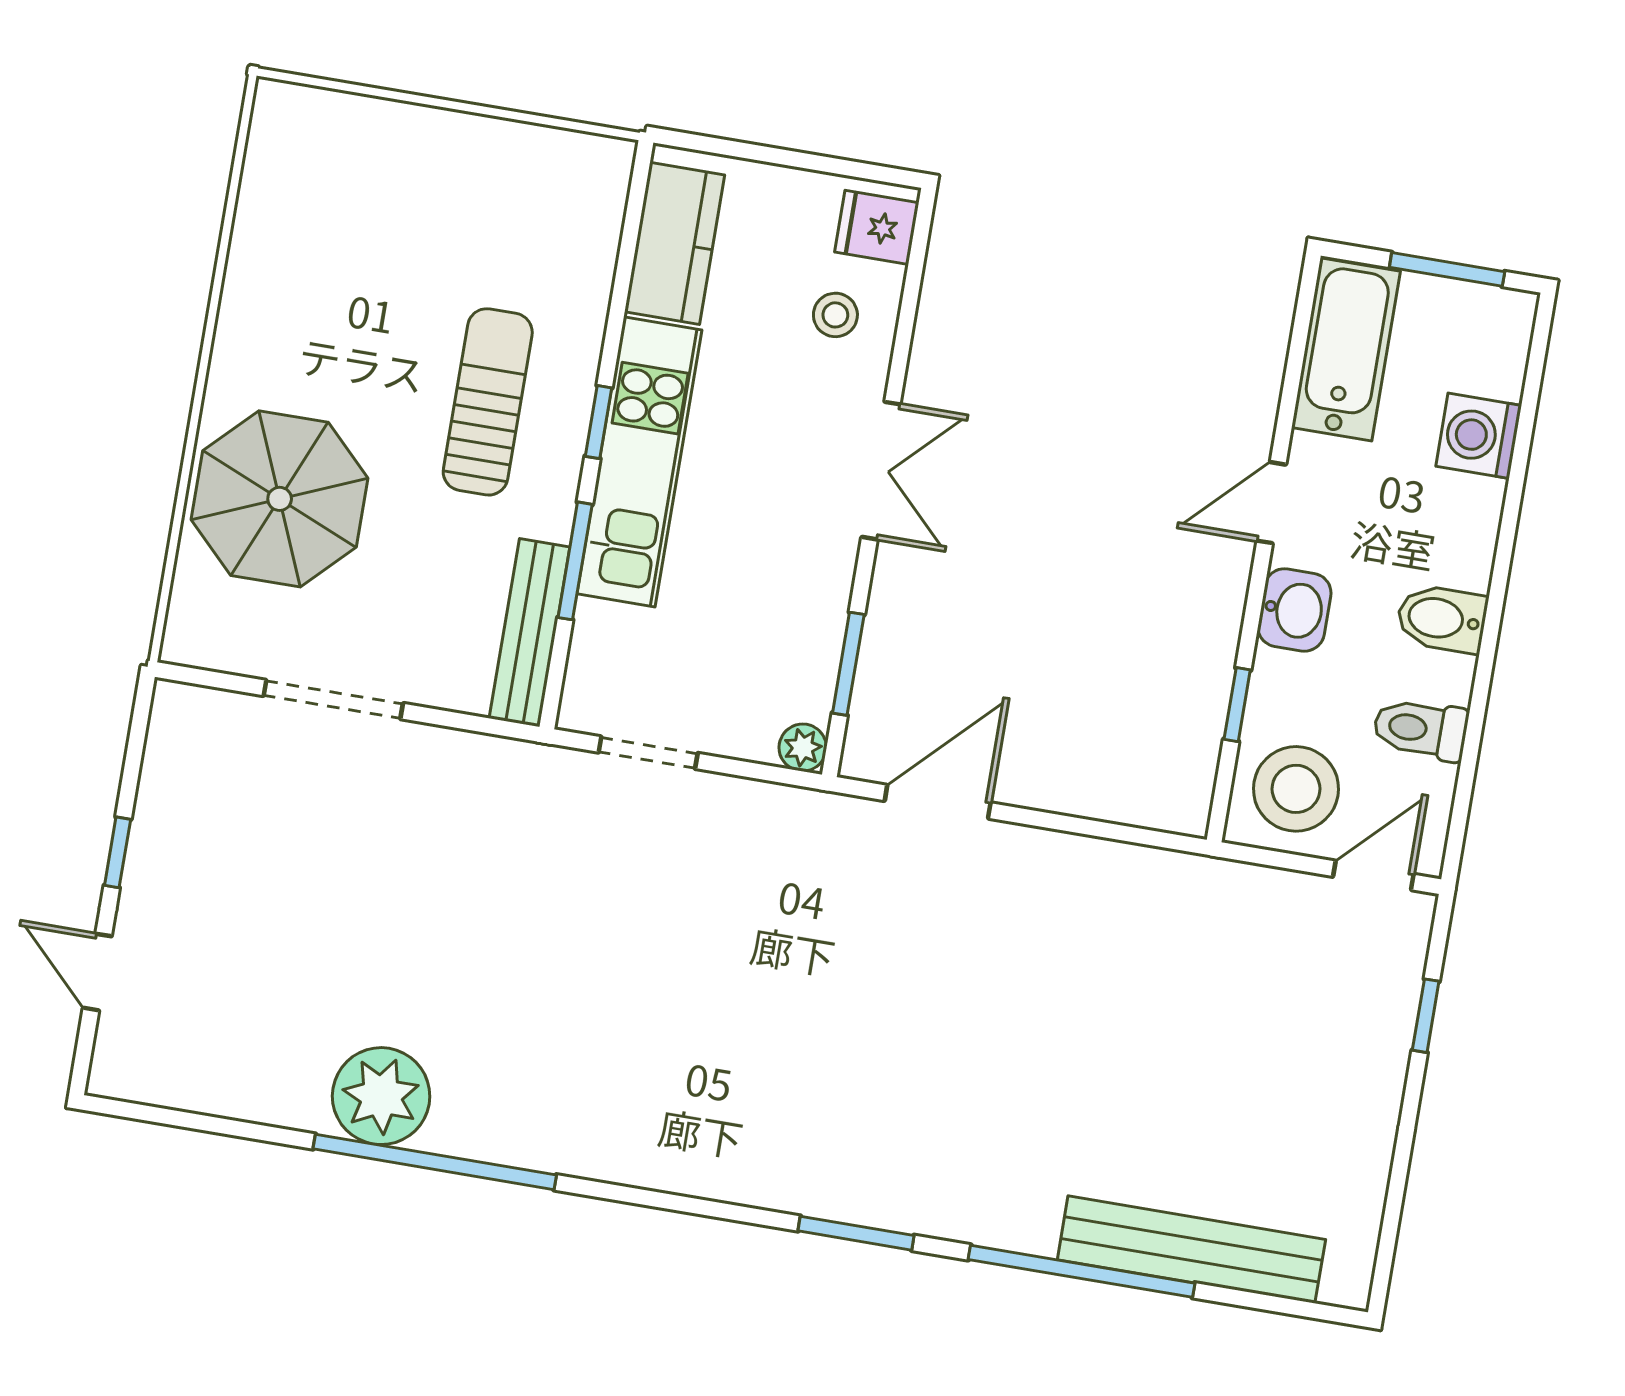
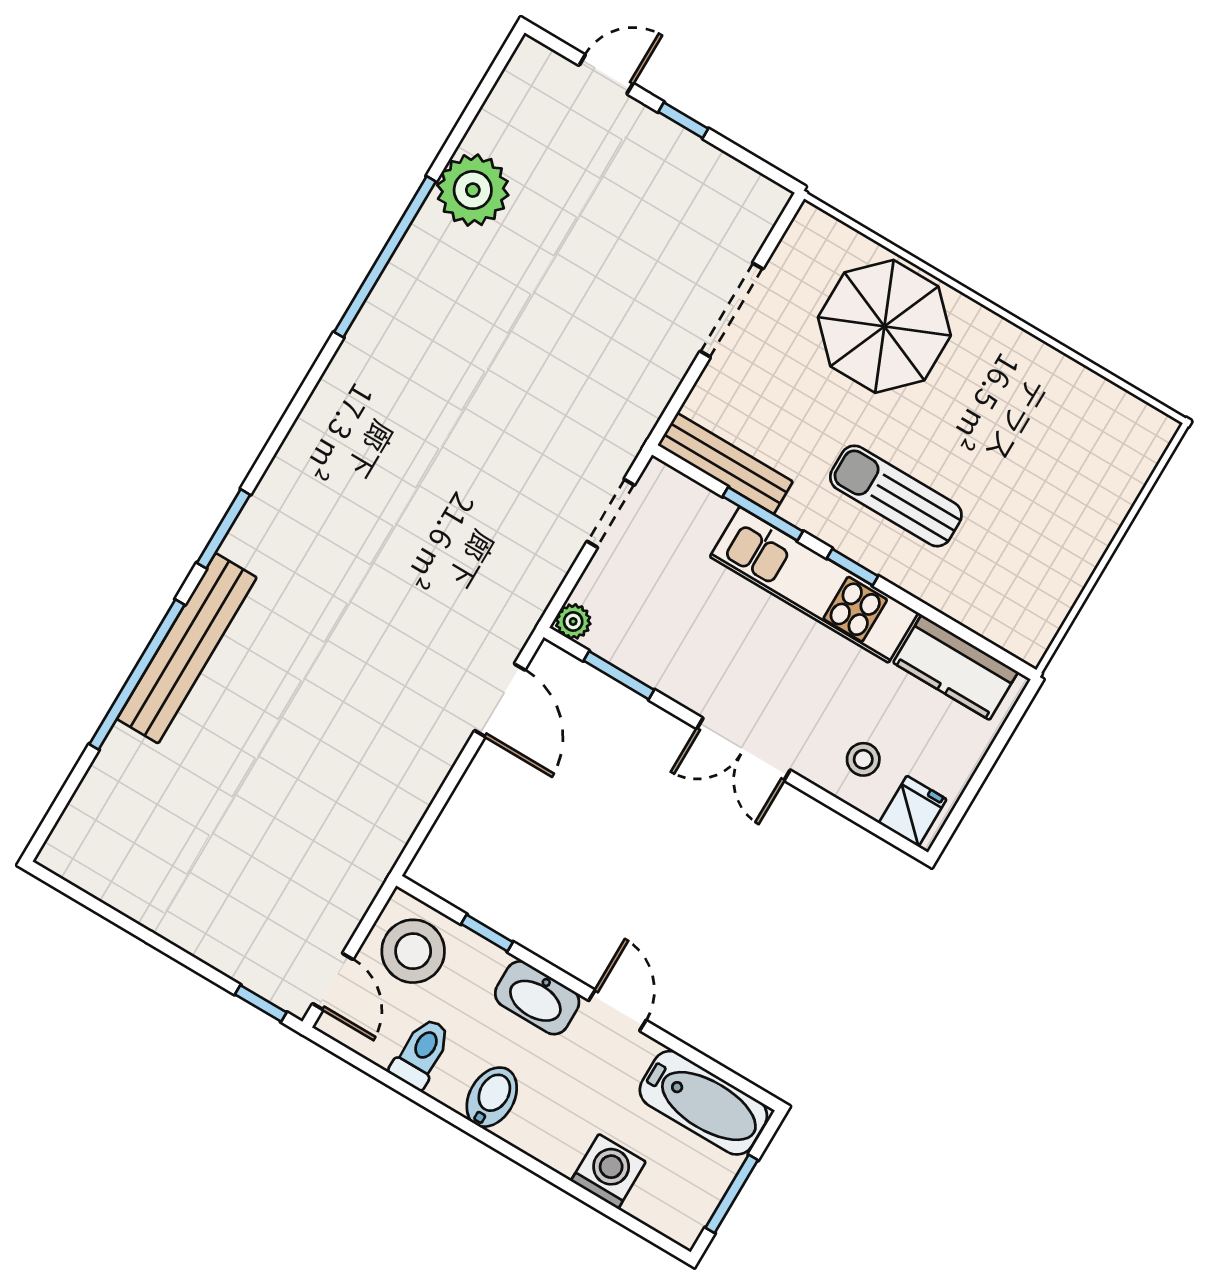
sun lounger: (488, 402) -> (896, 496), turned 180
washbasin: (1294, 610) -> (537, 998), width x1.38
window: (1426, 1016) -> (261, 1003), moved
plant: (381, 1096) -> (473, 190), moved
bench: (1191, 1250) -> (187, 648), moved

